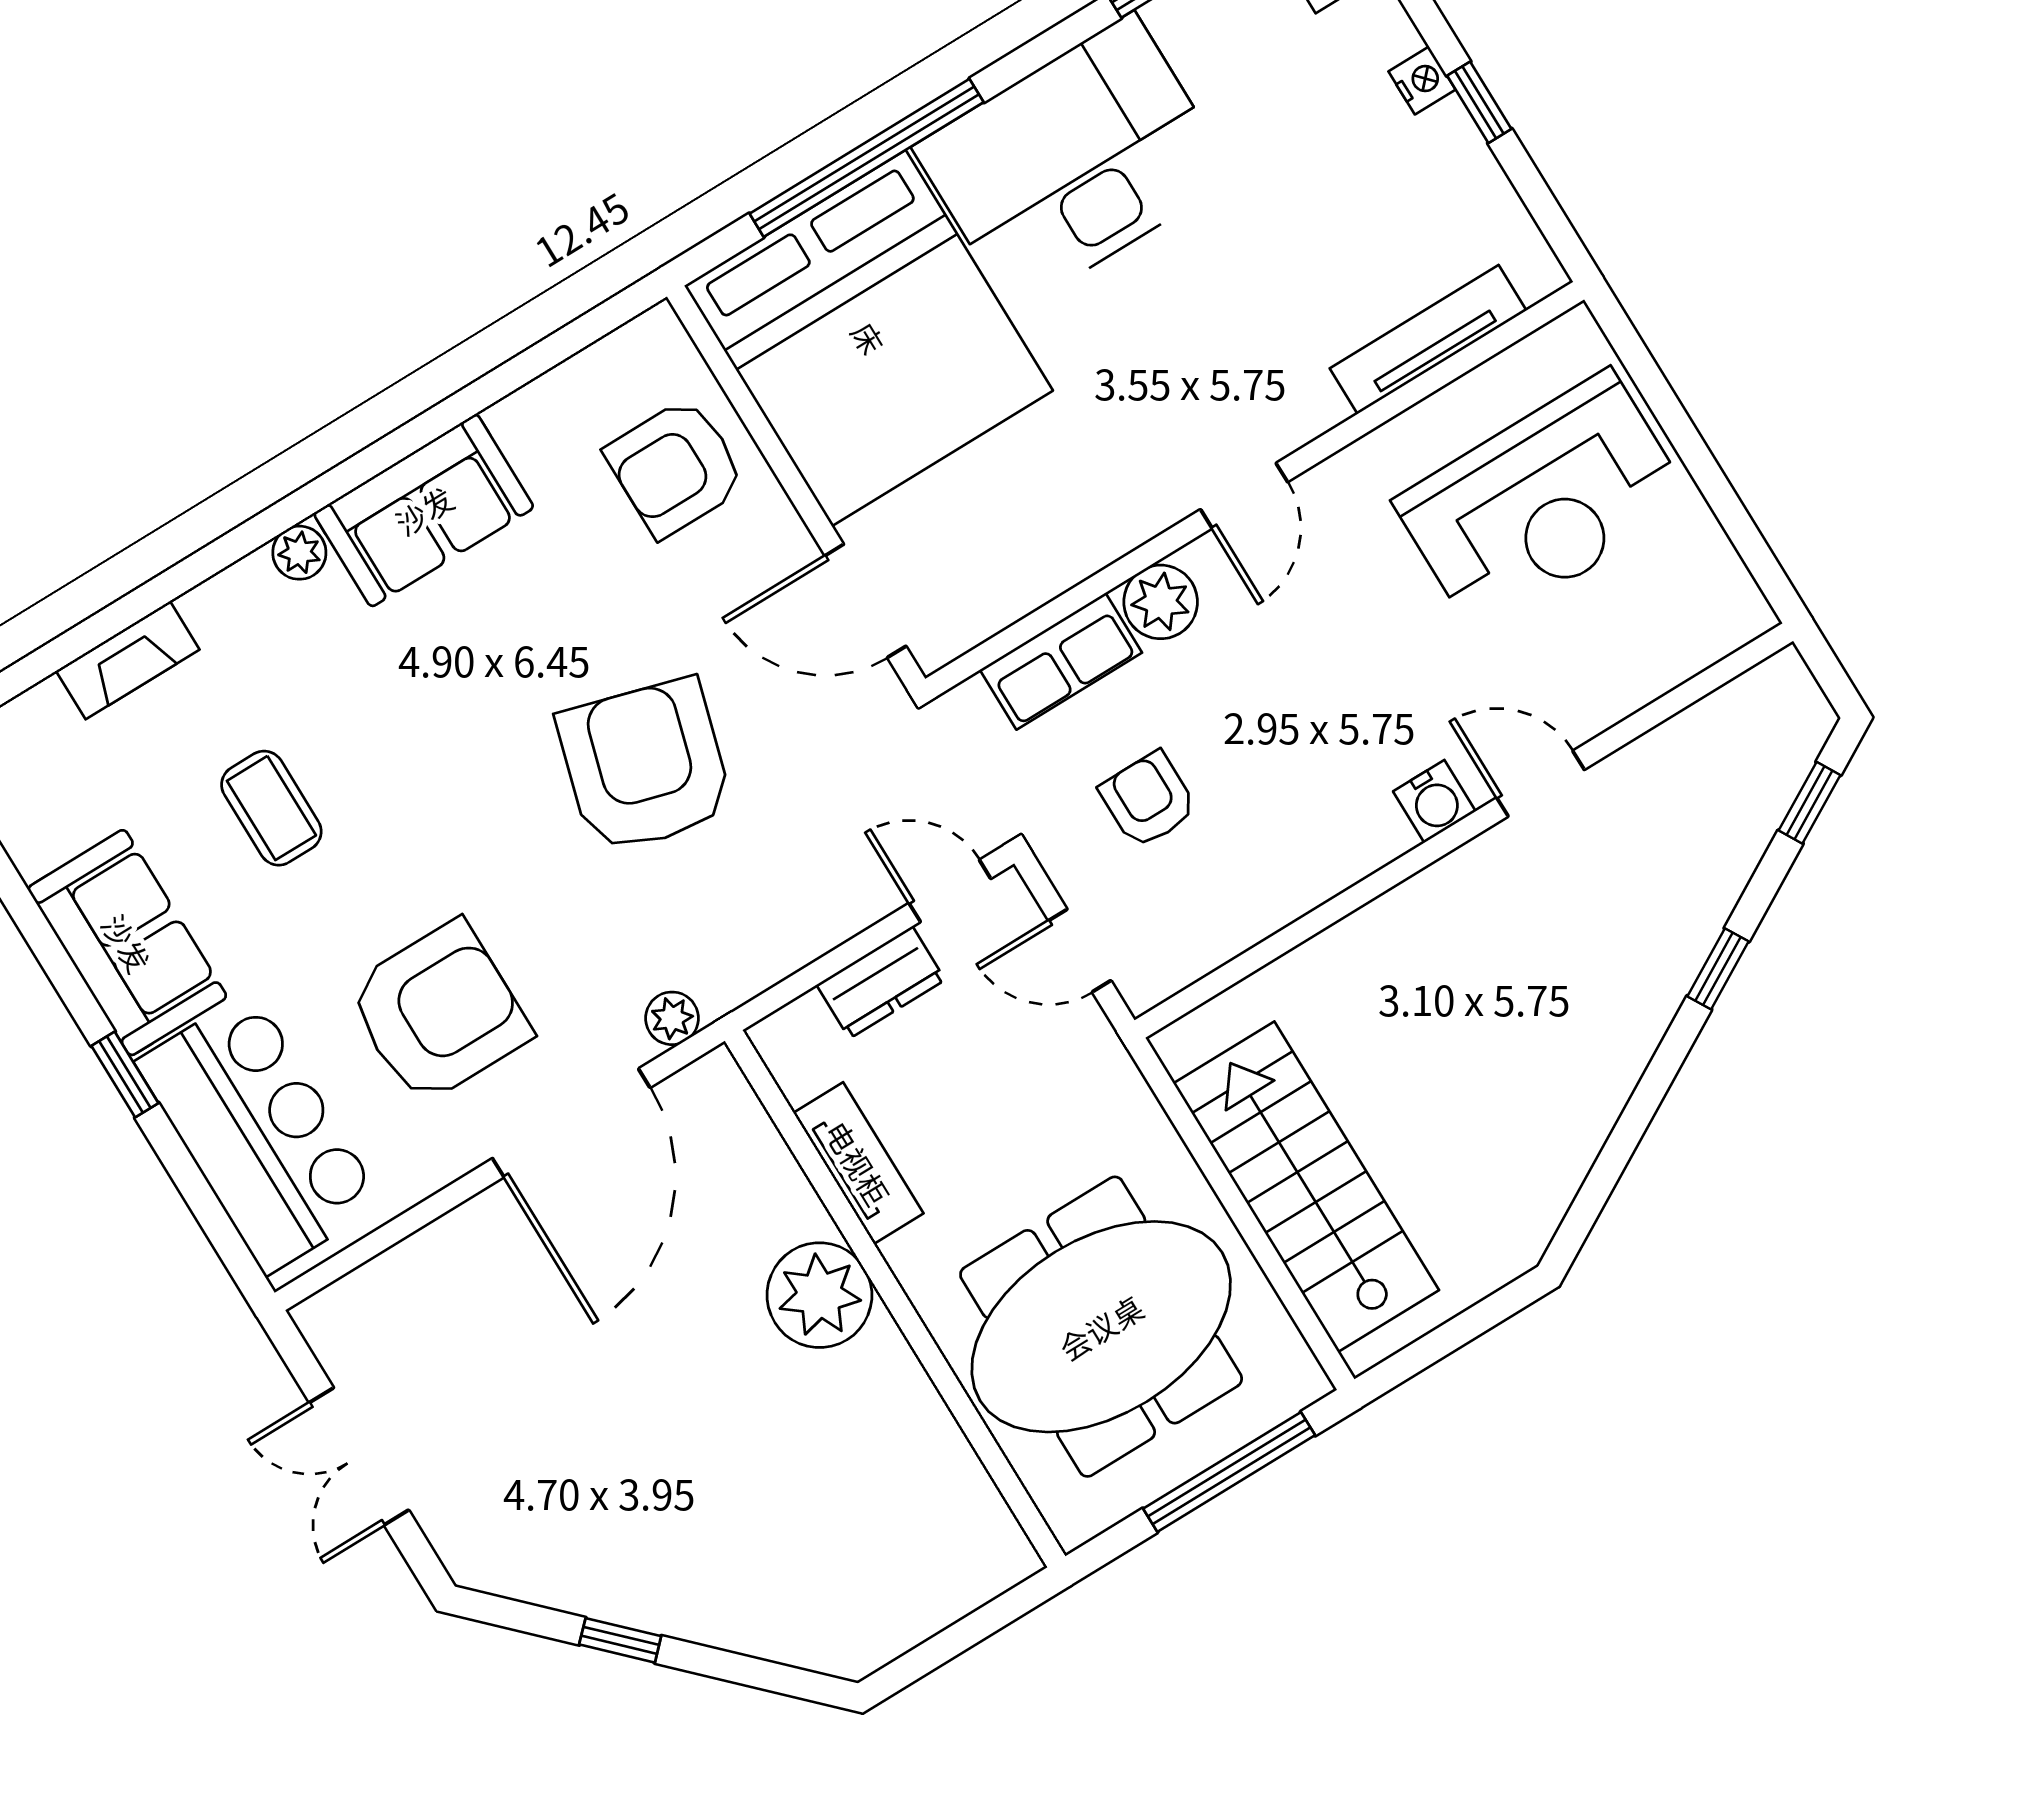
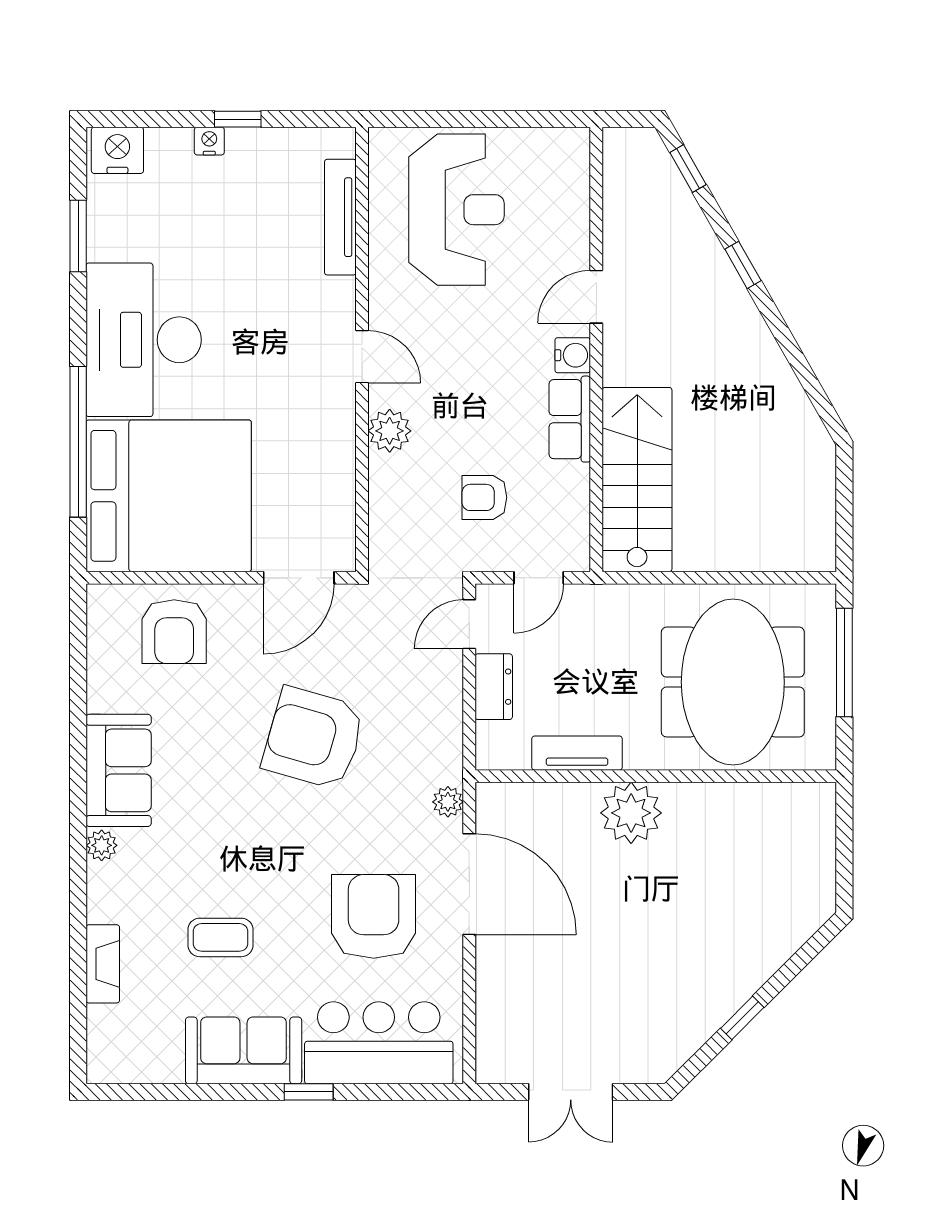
row of seats: (1061, 661) -> (570, 419), moved, turned 180
stairs: (1306, 1187) -> (637, 480), moved, turned 90

